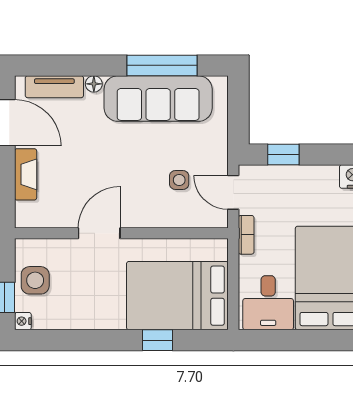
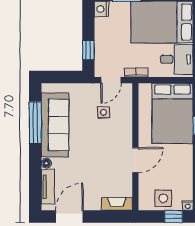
fireplace: (26, 174) -> (117, 204), moved
door: (99, 233) -> (135, 160), swing flipped

